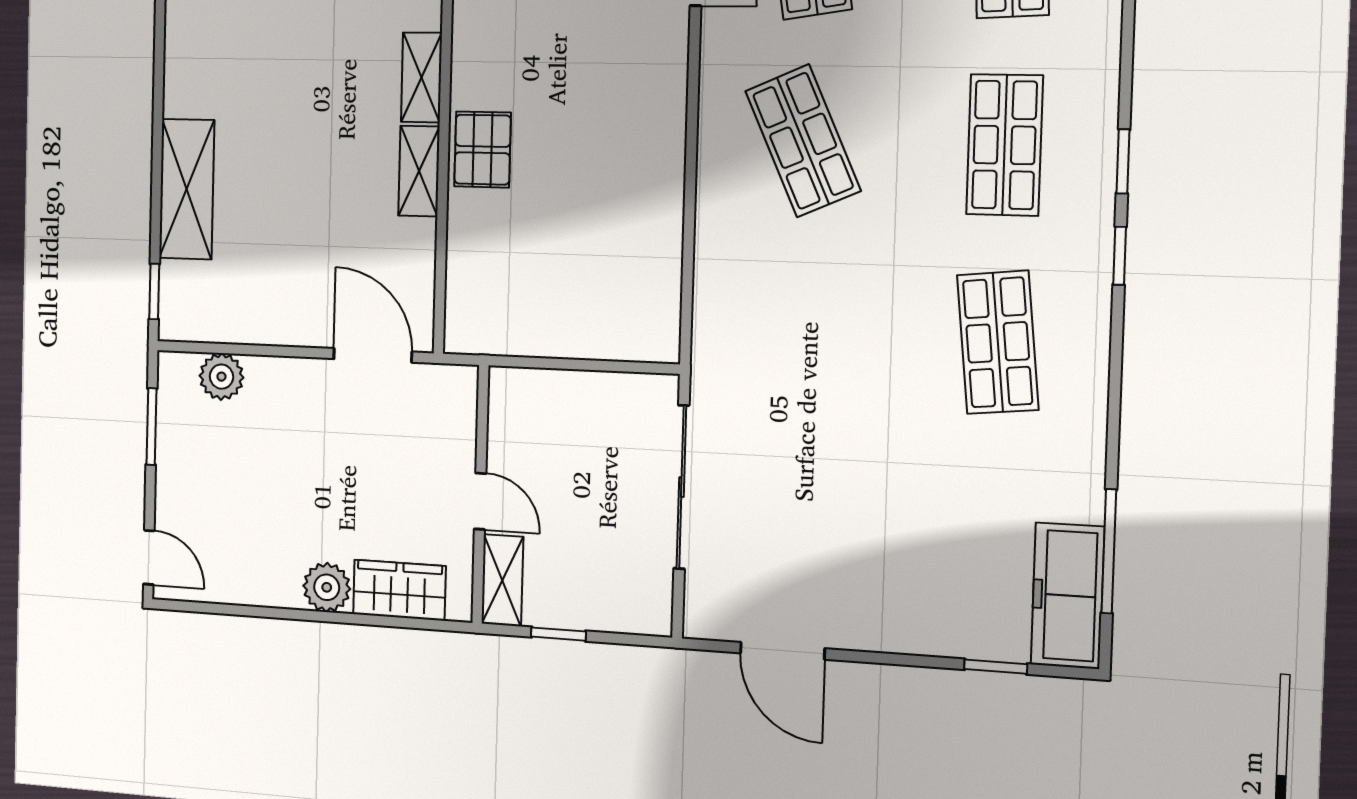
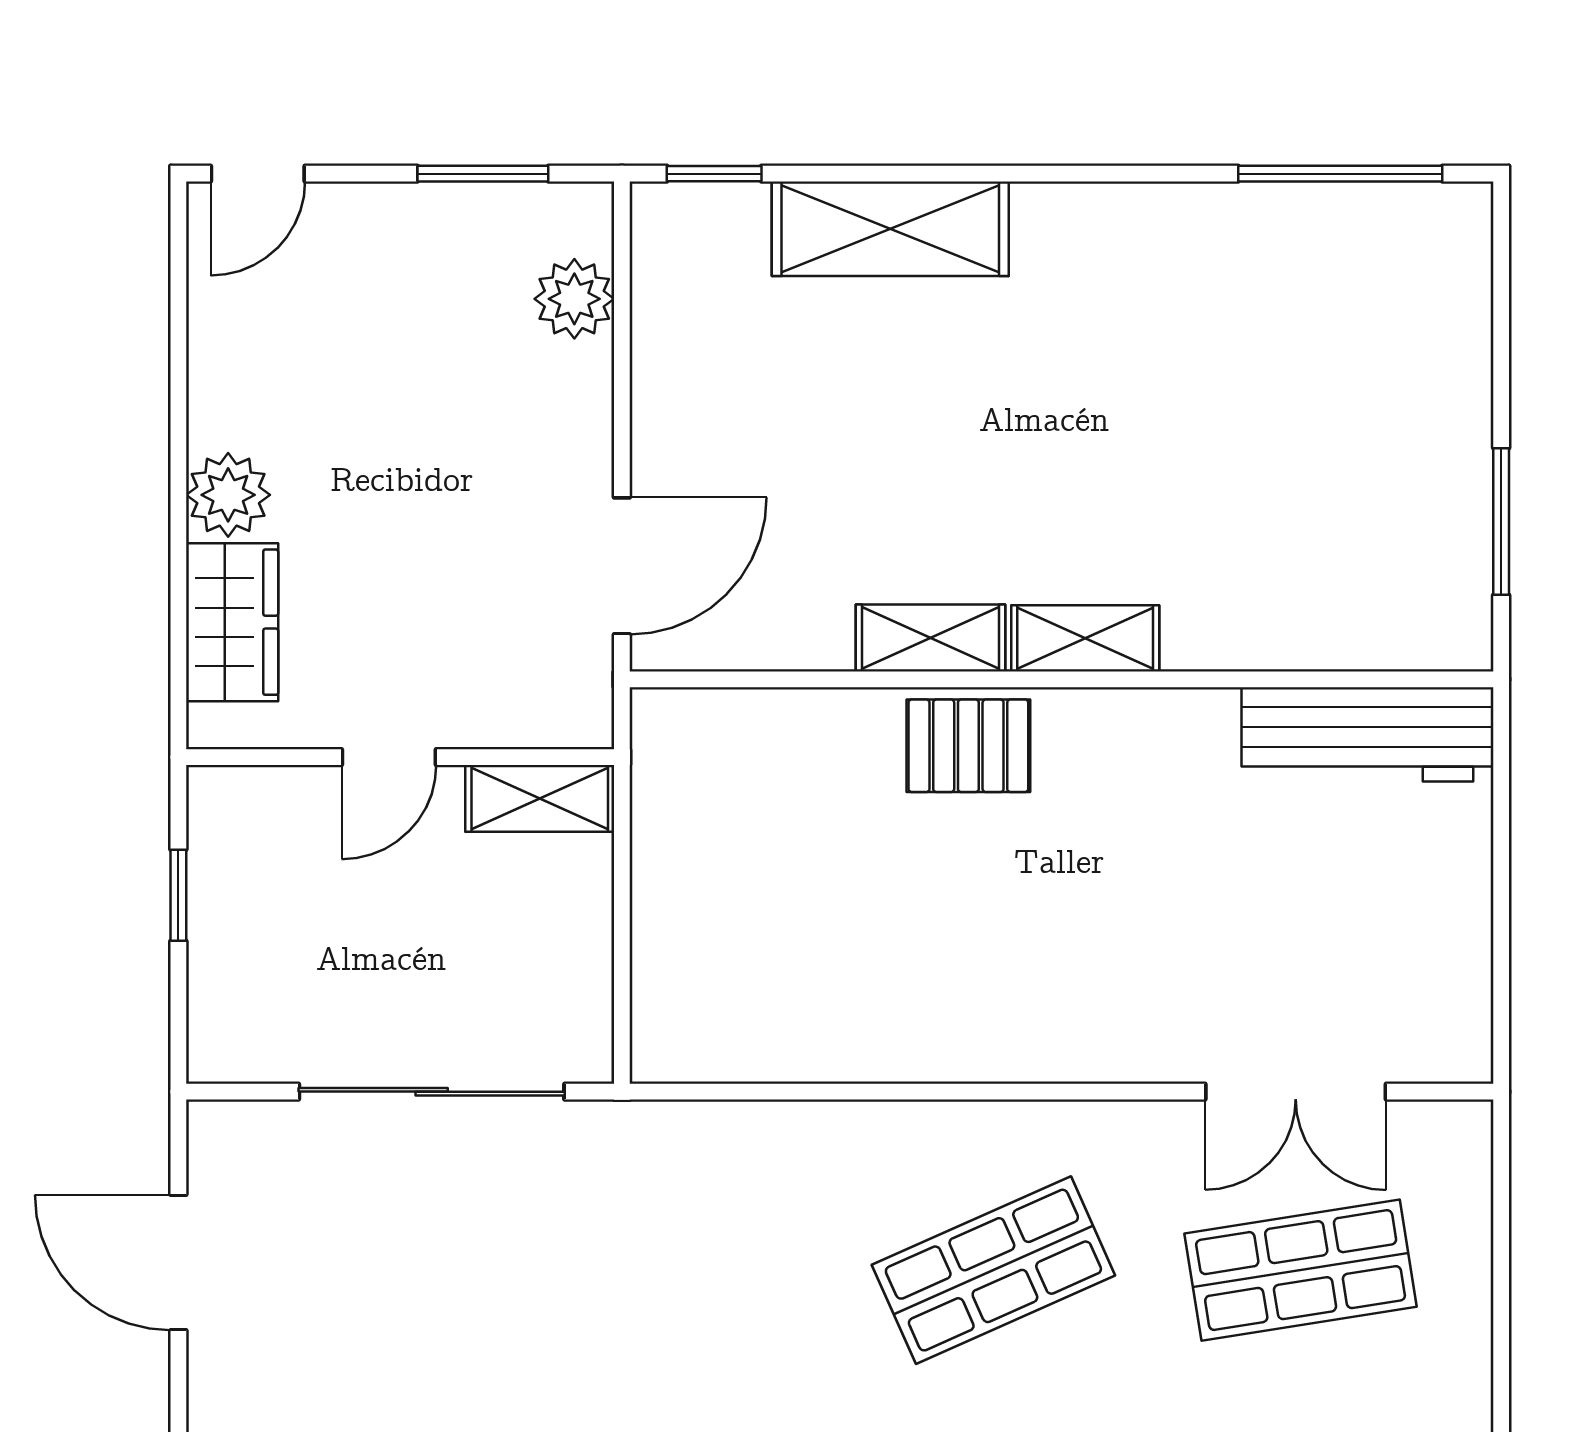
shelving: (502, 580) -> (540, 798), moved
door: (782, 651) -> (178, 1263), hinge flipped

